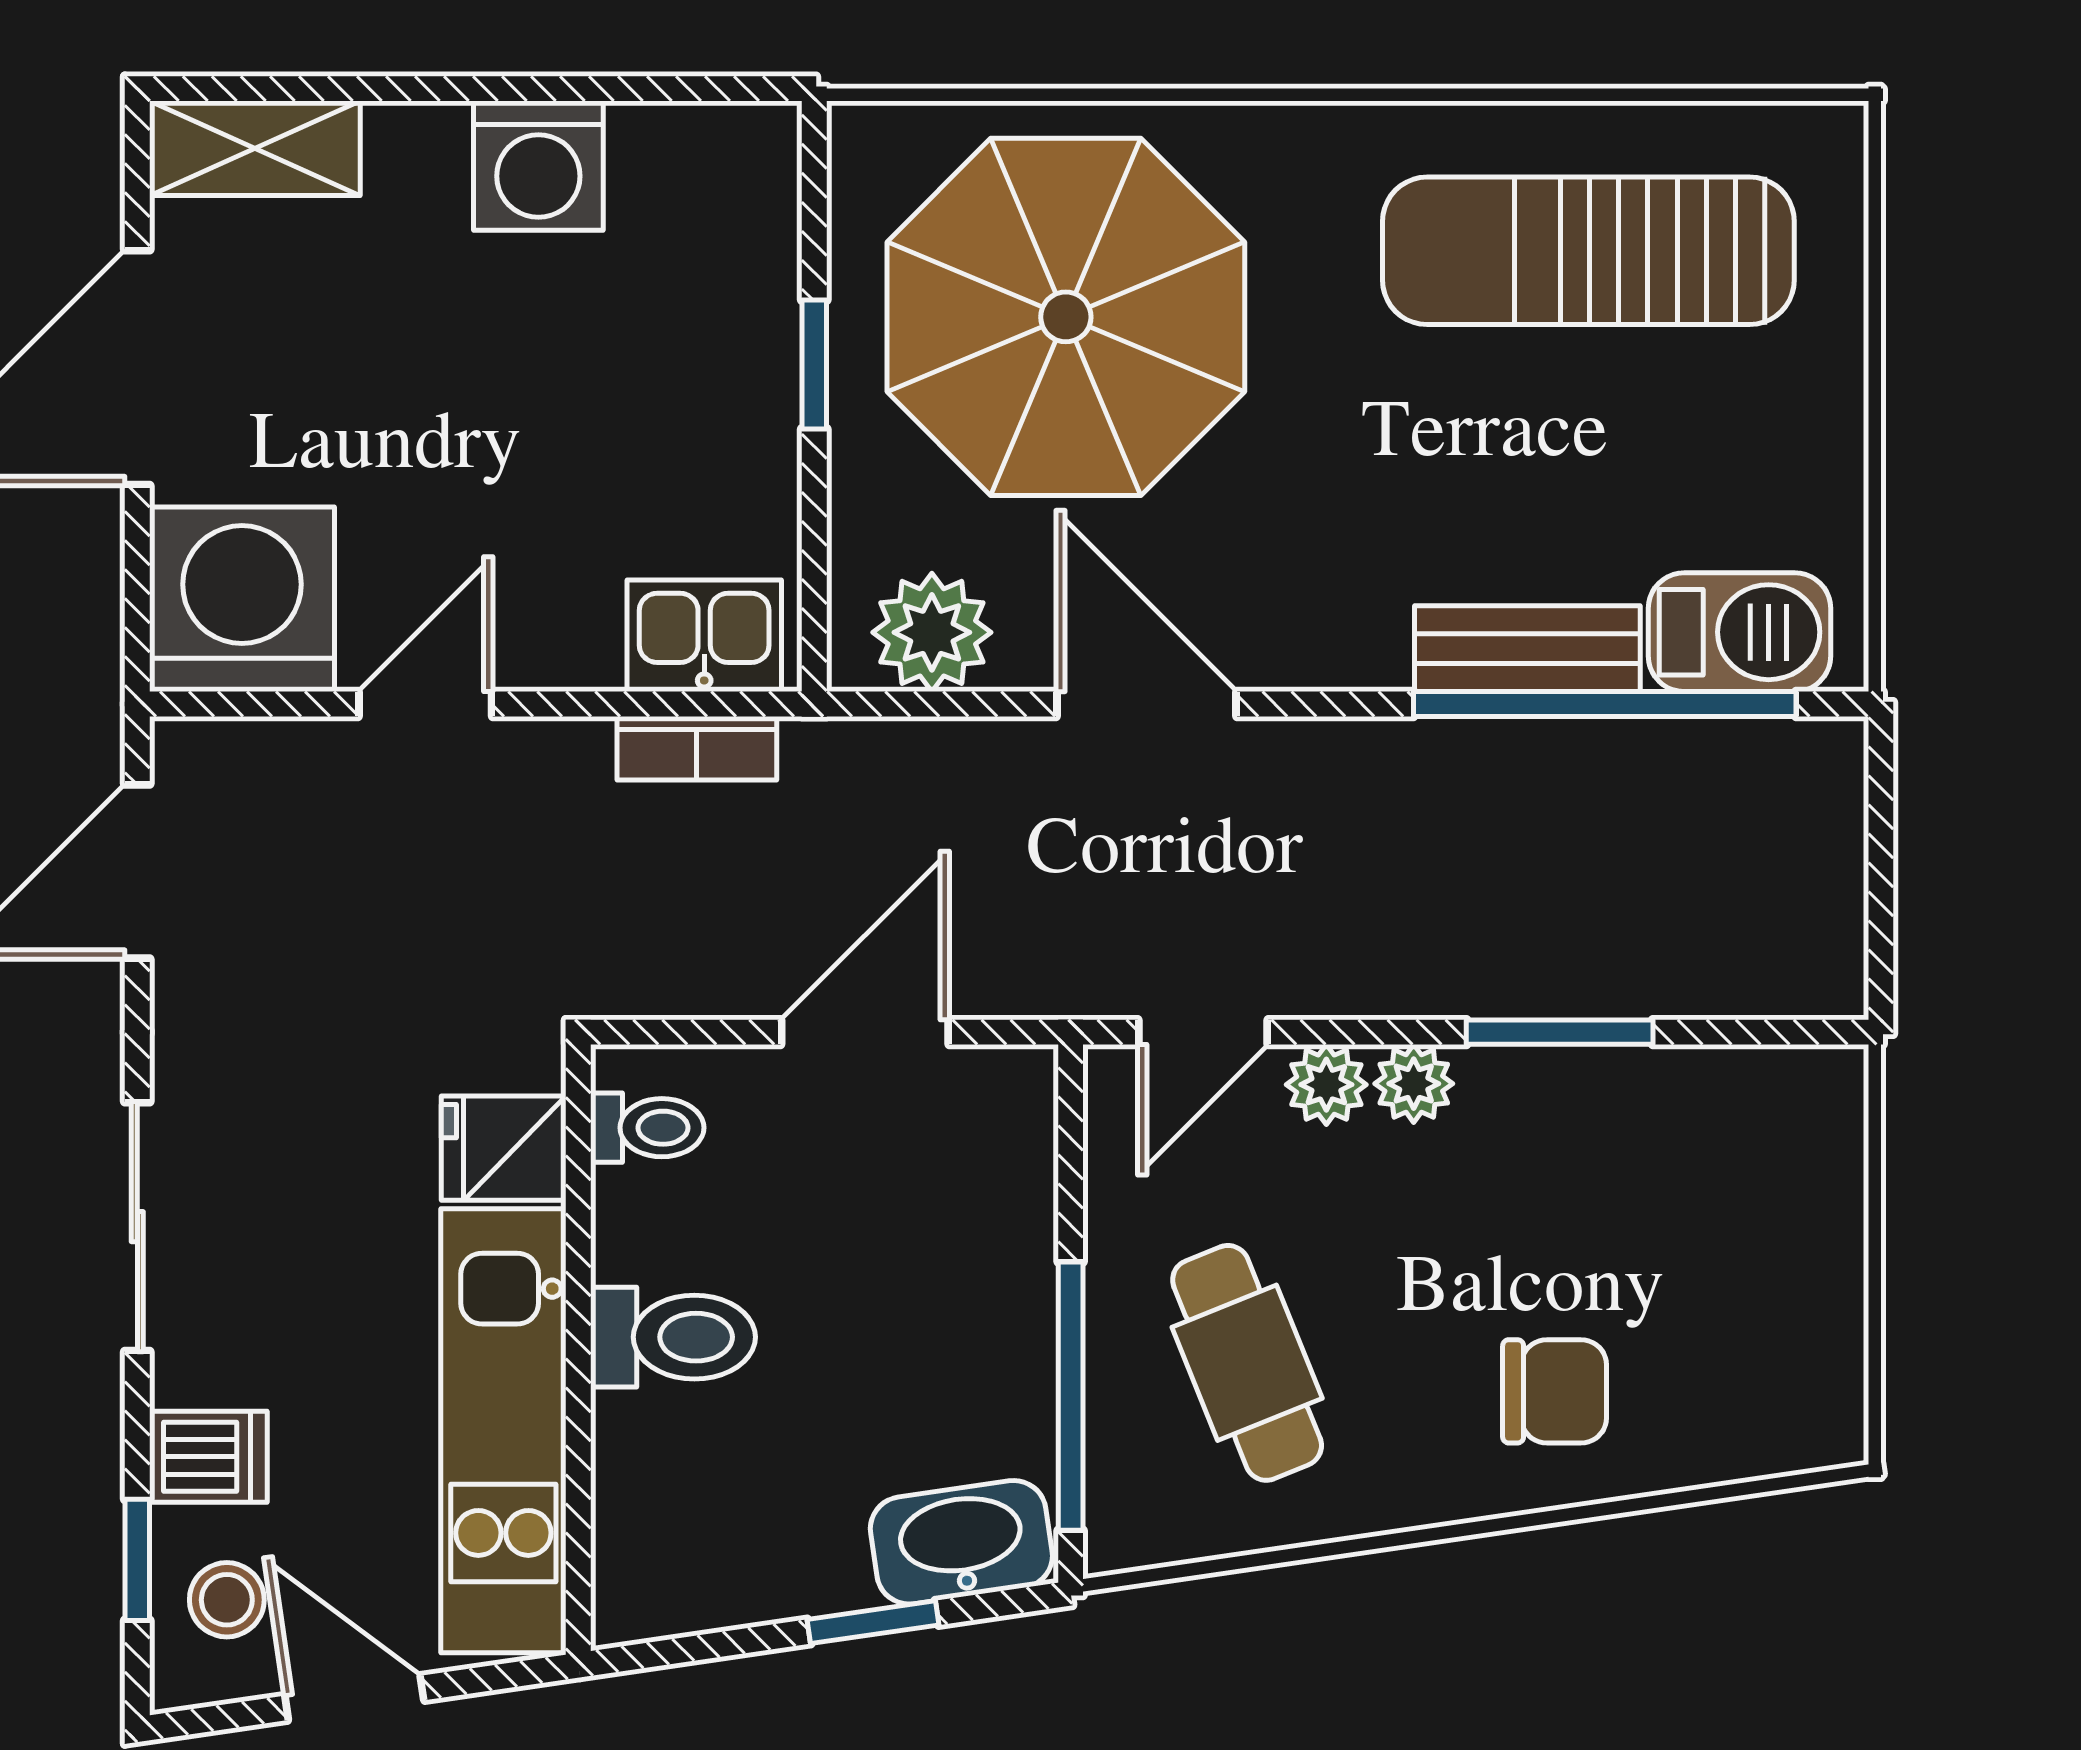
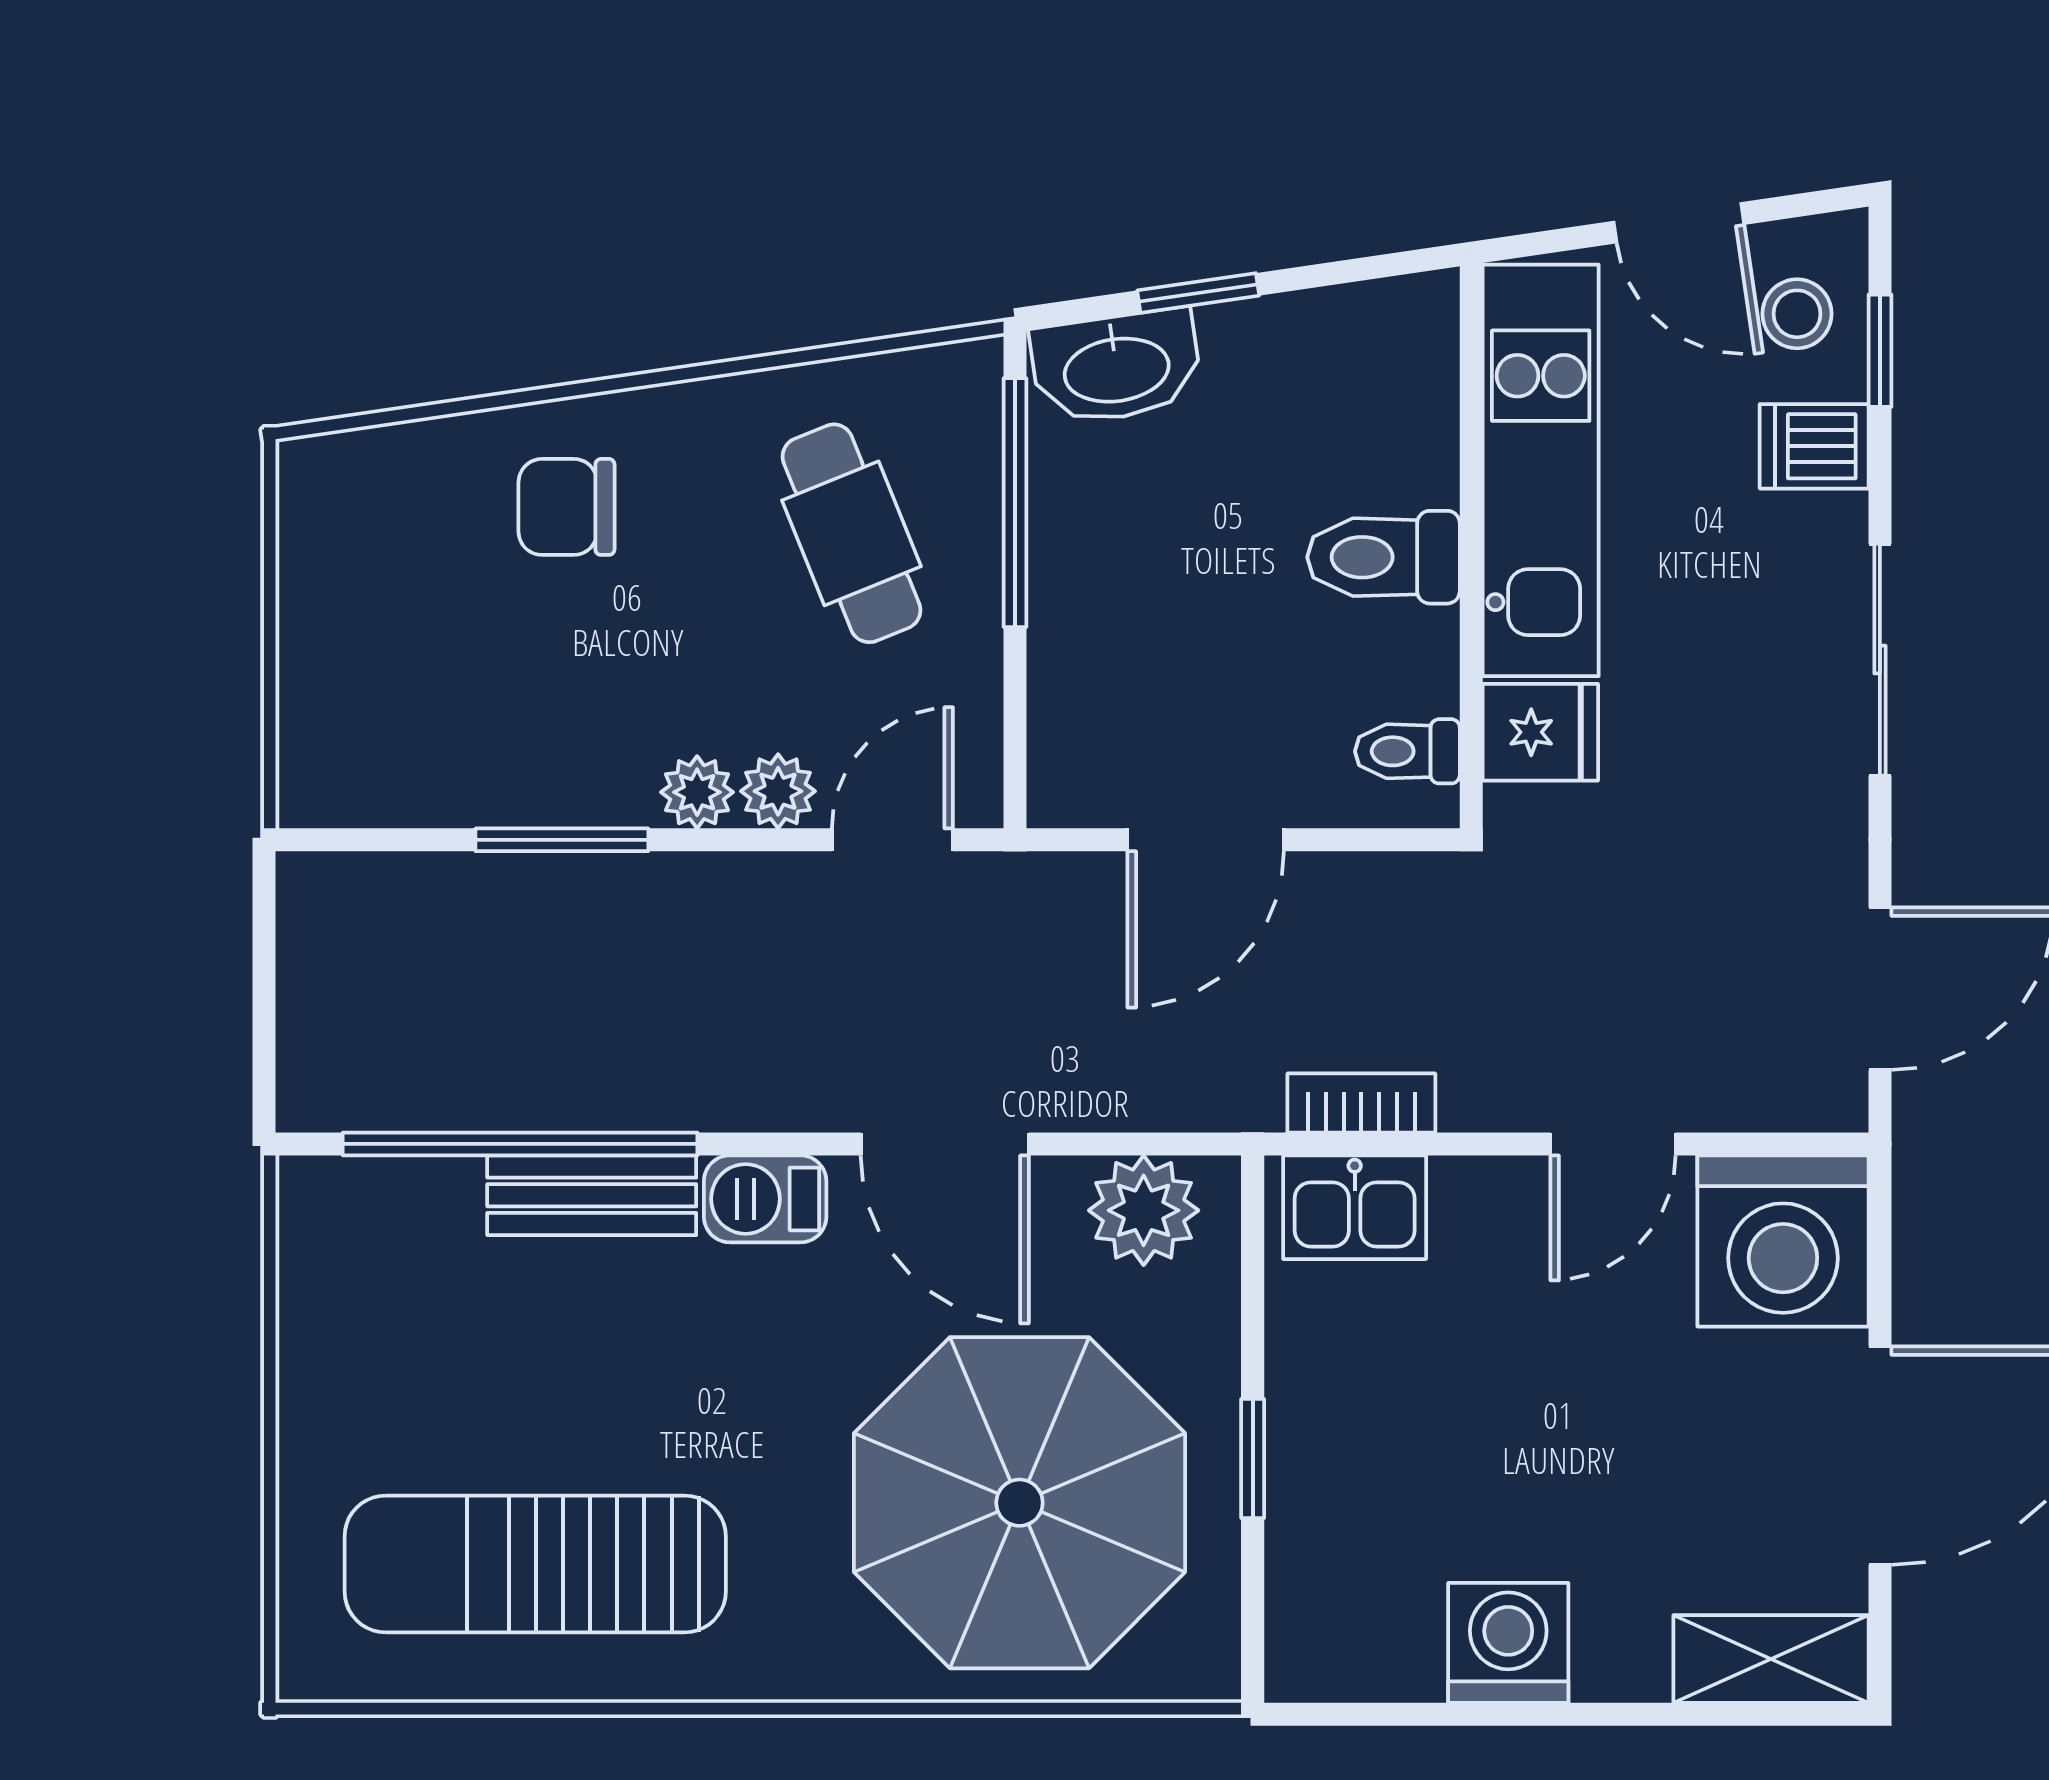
sun lounger: (1588, 251) -> (535, 1564), turned 180
barbecue: (1739, 632) -> (765, 1199), moved, width x0.73, depth x0.79

